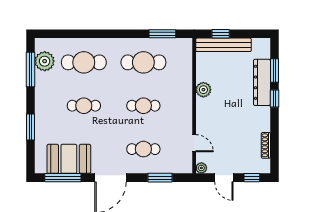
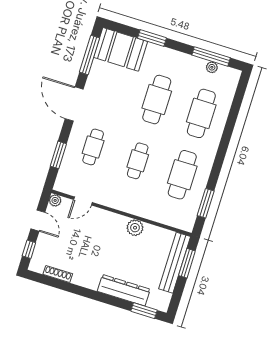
window: (221, 34) -> (187, 263), width x1.50
plant: (45, 61) -> (212, 67), width x0.53, depth x0.53
window: (274, 71) -> (144, 311), moved
window: (274, 98) -> (103, 298), removed
cafe table: (84, 106) -> (157, 100), width x1.37, depth x1.35
booth: (69, 159) -> (121, 49), moved, turned 90
door: (224, 178) -> (38, 221), swing flipped

